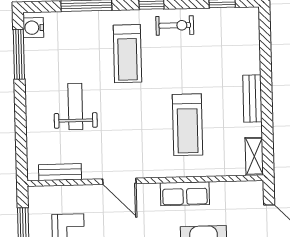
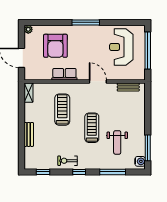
treadmill: (127, 54) -> (92, 128), moved
bench: (252, 99) -> (29, 134), moved
weight bench: (75, 106) -> (117, 142), moved

